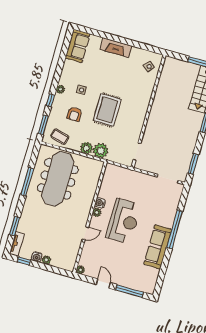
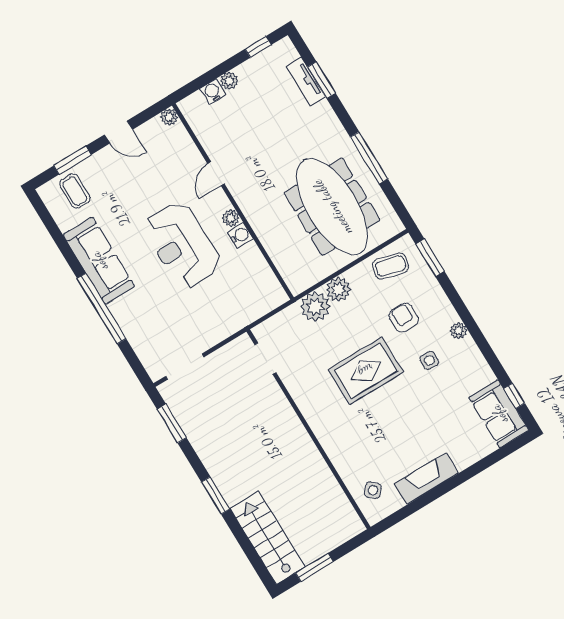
fireplace: (116, 48) -> (426, 478), moved
window: (50, 100) -> (514, 396), moved
rug: (107, 110) -> (366, 371), turned 90
tv unit: (17, 244) -> (306, 82), moved
water cooler: (37, 257) -> (213, 92), moved
coffee table: (140, 280) -> (75, 191), added
window: (130, 291) -> (72, 160), width x0.69

